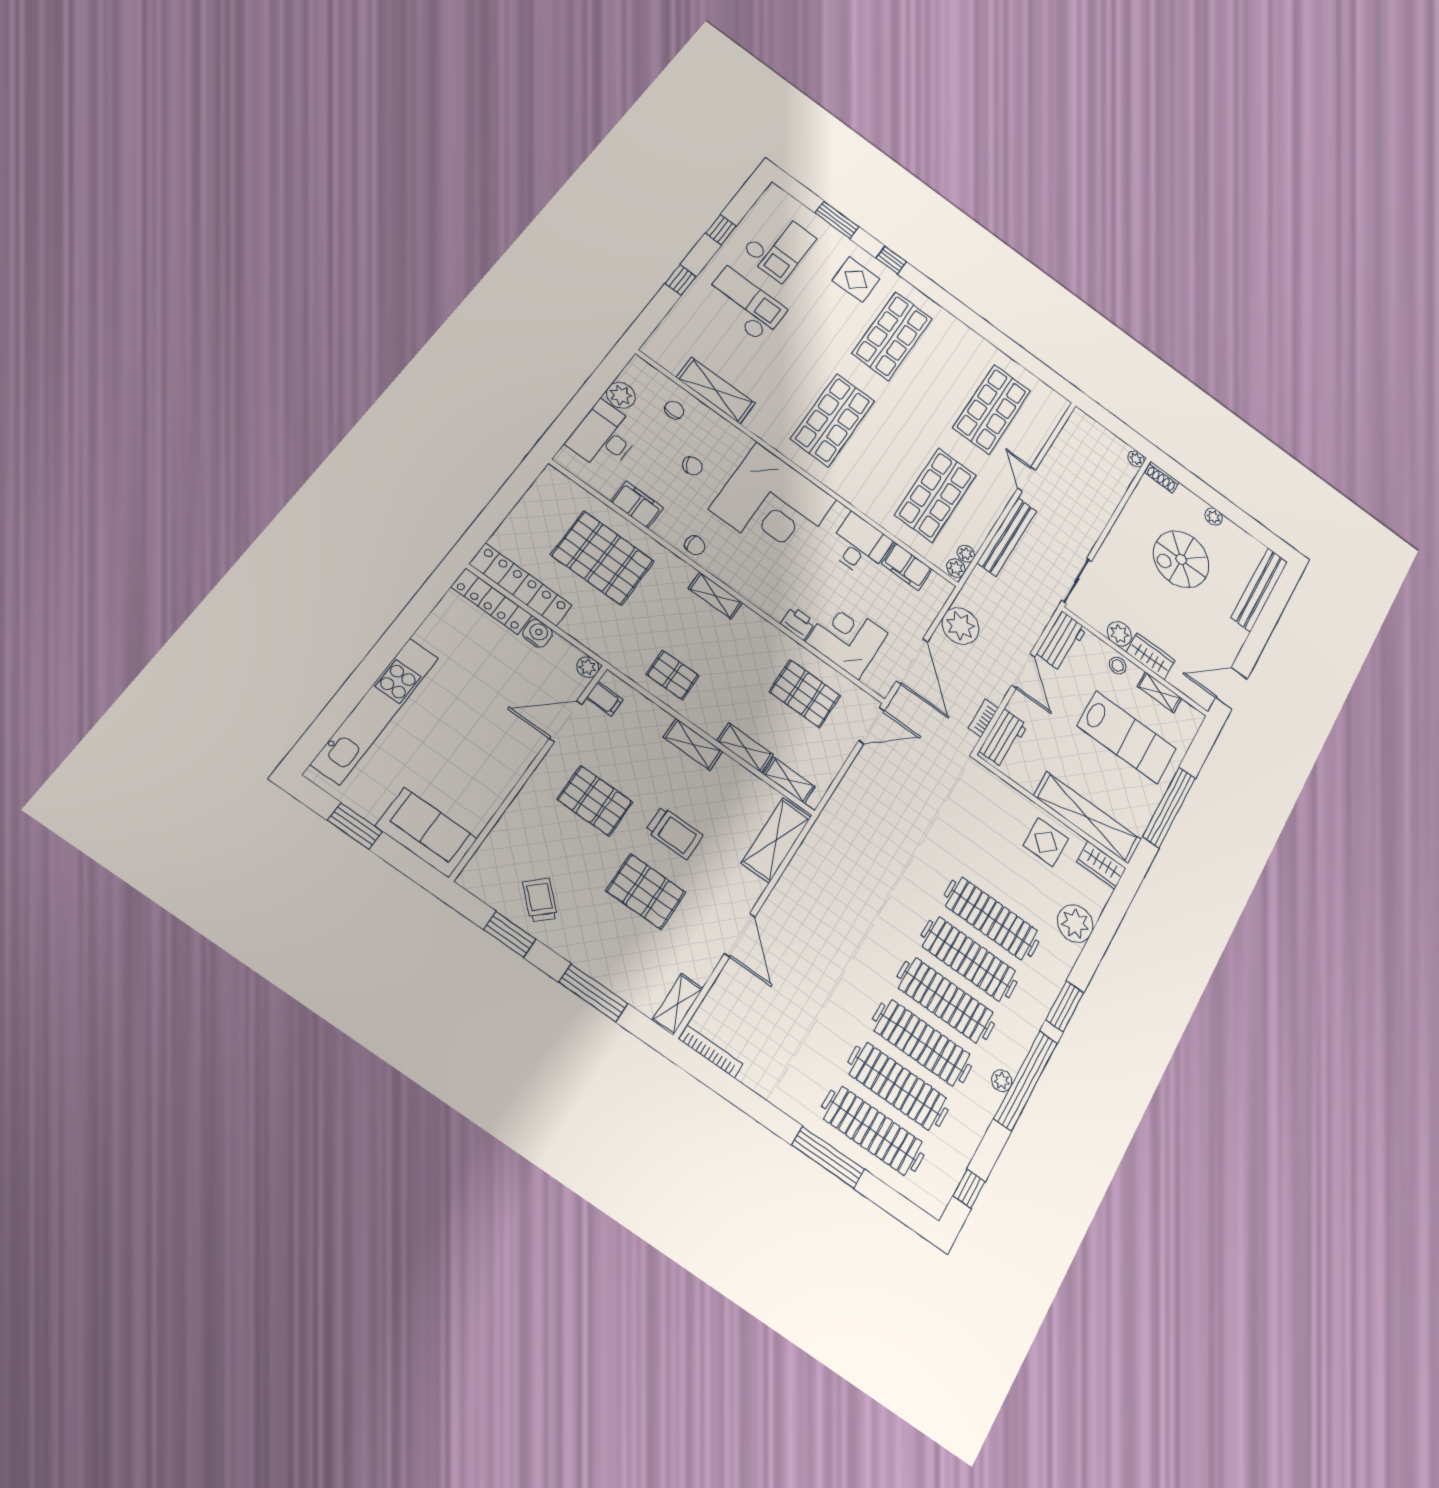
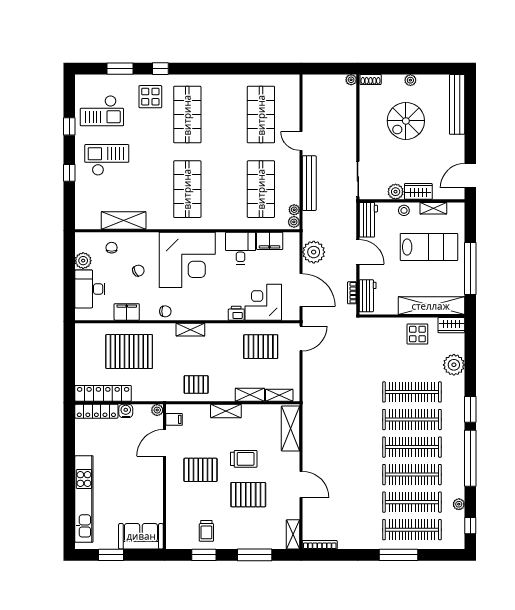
checkout: (779, 246) -> (102, 111), turned 90
trolley: (540, 900) -> (206, 531), turned -135
plant: (1002, 1081) -> (459, 504), moved

